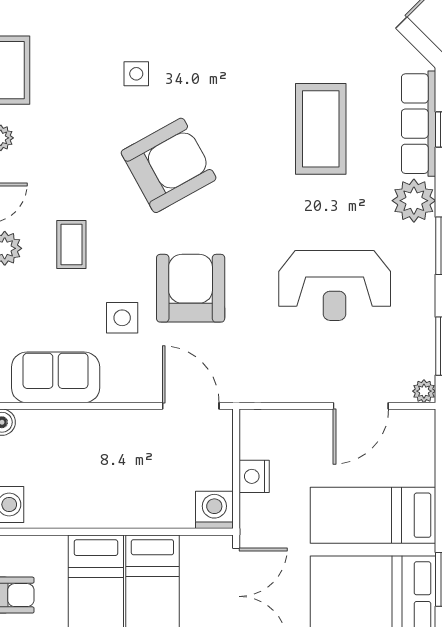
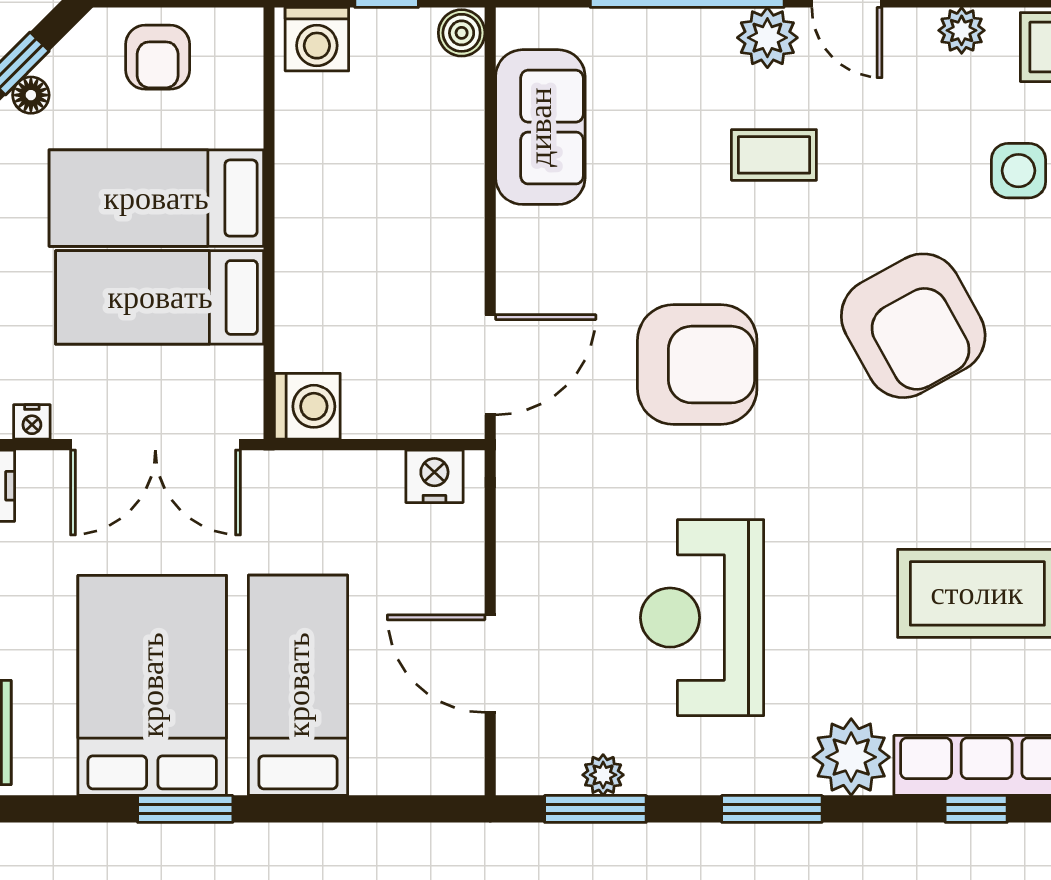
side table: (122, 318) -> (1019, 171), moved
plant: (424, 391) -> (603, 775), moved
nightstand: (254, 476) -> (434, 476), moved

